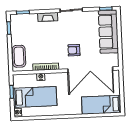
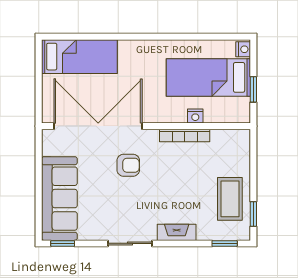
coffee table: (19, 56) -> (230, 199), moved

